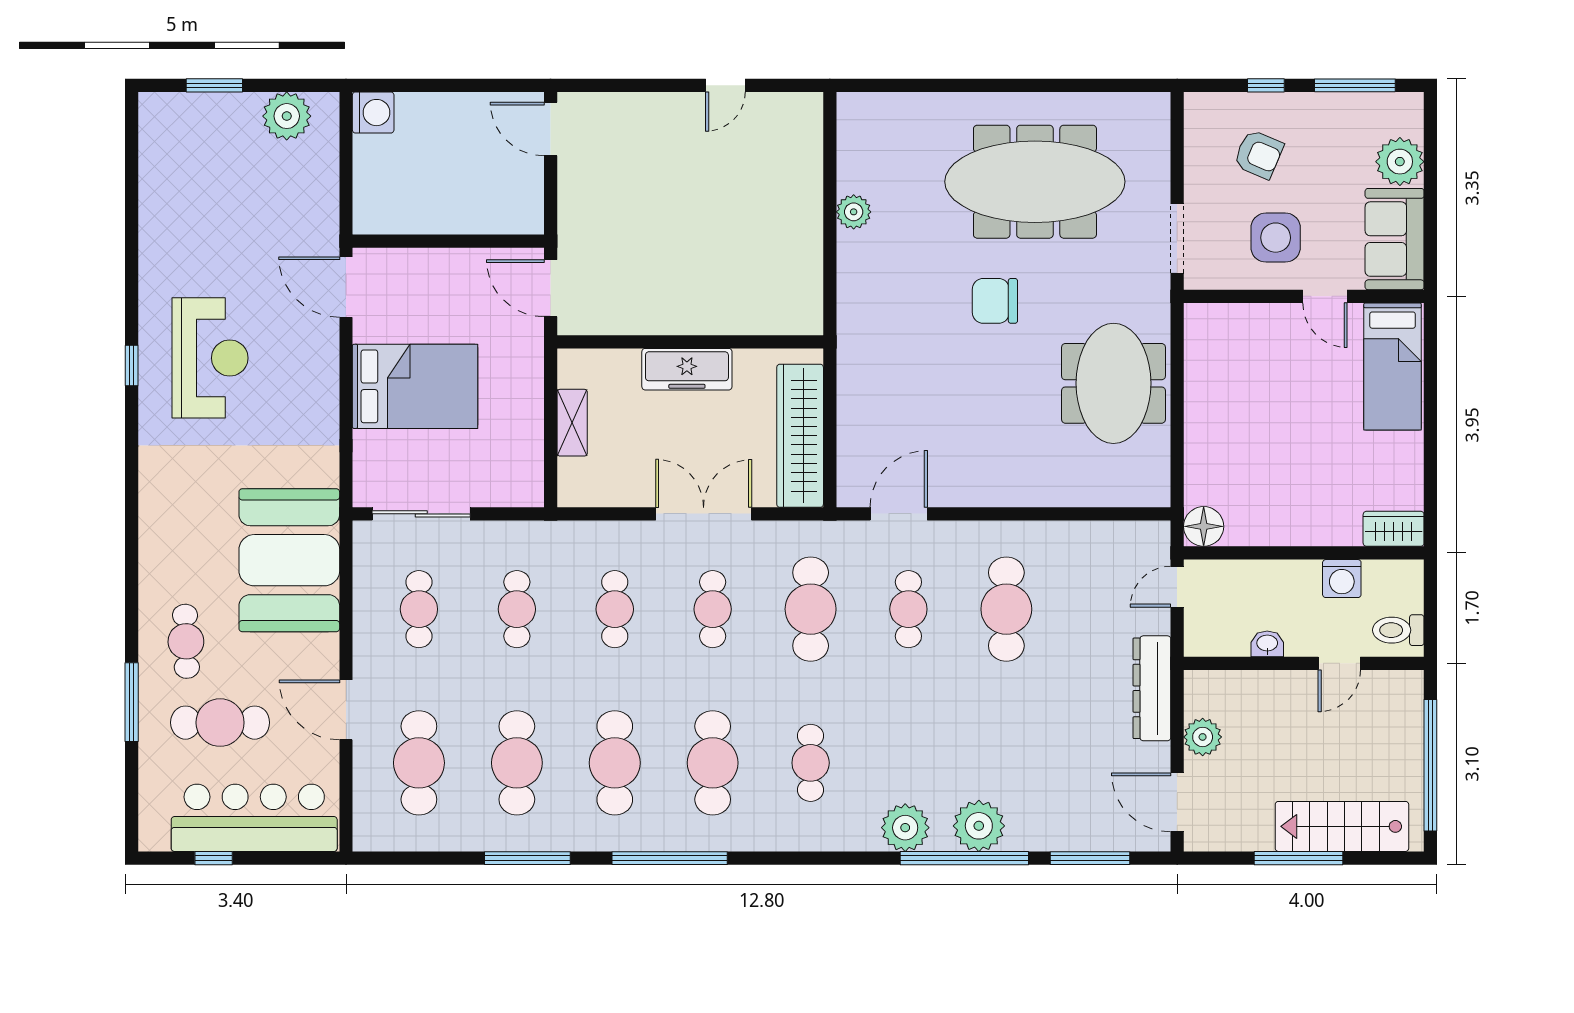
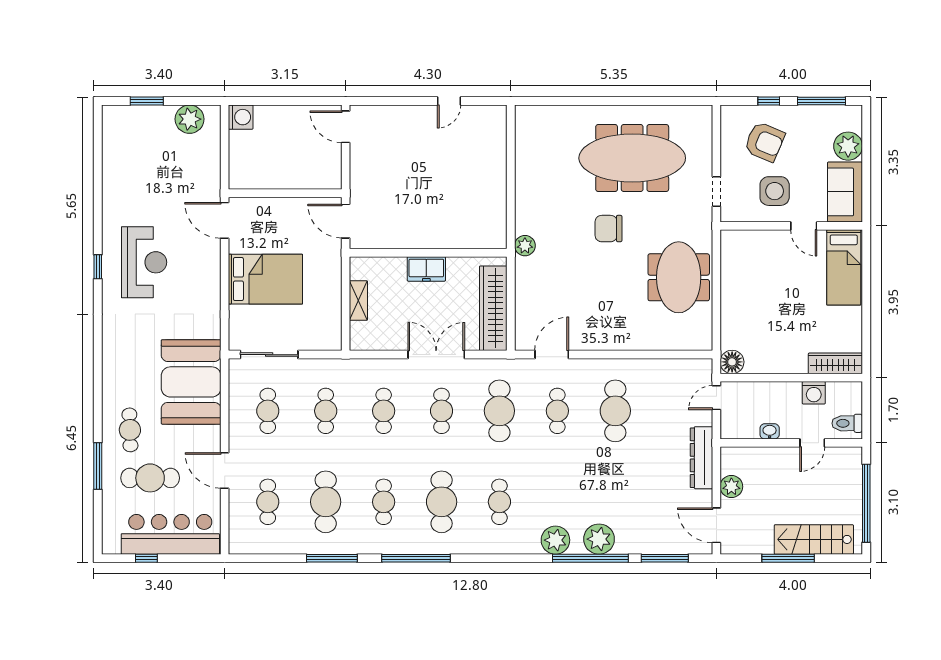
armchair: (1259, 154) -> (764, 142), width x1.38, depth x1.38
plant: (854, 212) -> (525, 246), moved
doorway: (1177, 238) -> (716, 192), width x0.73
freezer: (687, 369) -> (426, 269), width x0.71
wardrobe: (1394, 529) -> (835, 363), width x1.50
cafe table: (419, 763) -> (268, 502), width x0.73, depth x0.74
cafe table: (615, 763) -> (384, 502), width x0.73, depth x0.74

